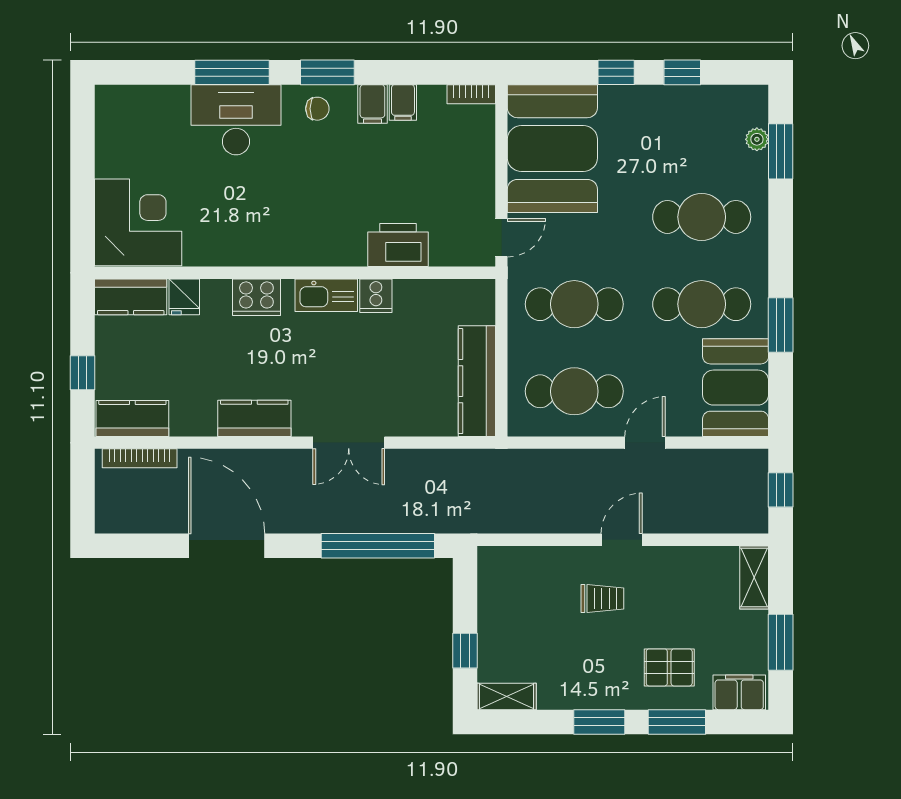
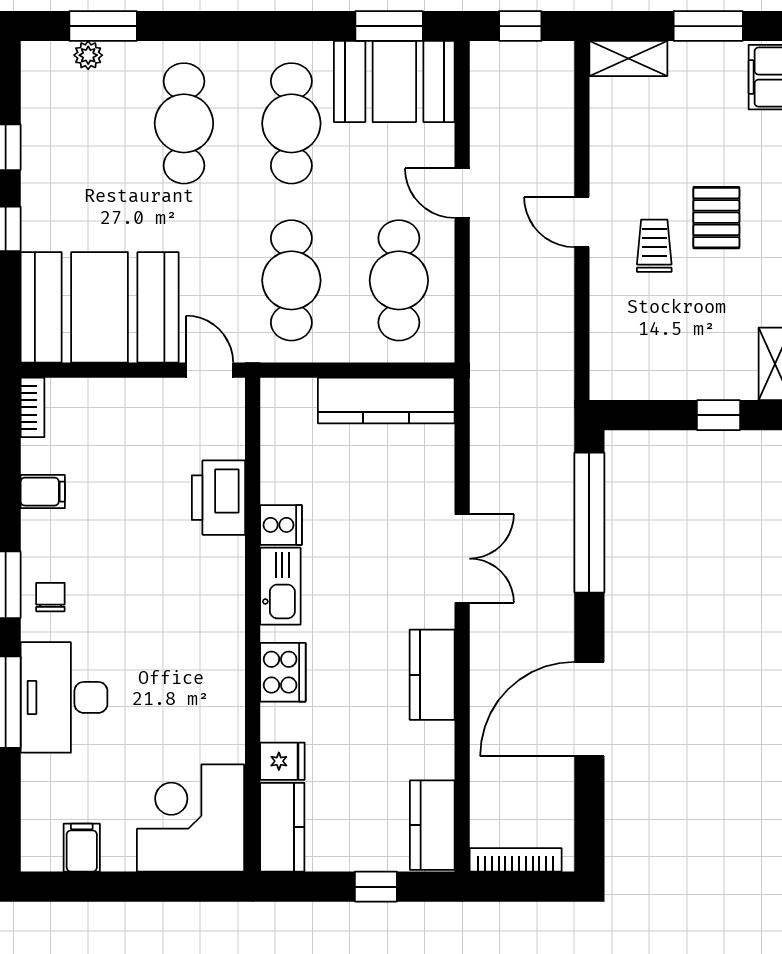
filing cabinet: (372, 104) -> (82, 848), moved, turned -90
window: (781, 325) -> (389, 26), moved
bookcase: (140, 458) -> (516, 860), moved, turned -90
pallet: (669, 667) -> (716, 218), moved

